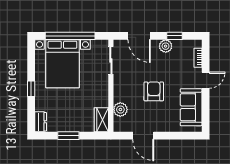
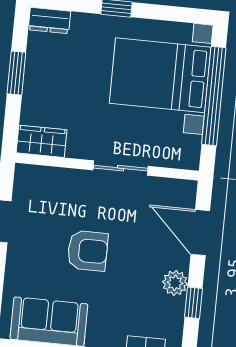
door: (139, 36) -> (200, 233), hinge flipped
sliding door: (111, 60) -> (121, 168), moved
plant: (120, 110) -> (58, 181), removed

